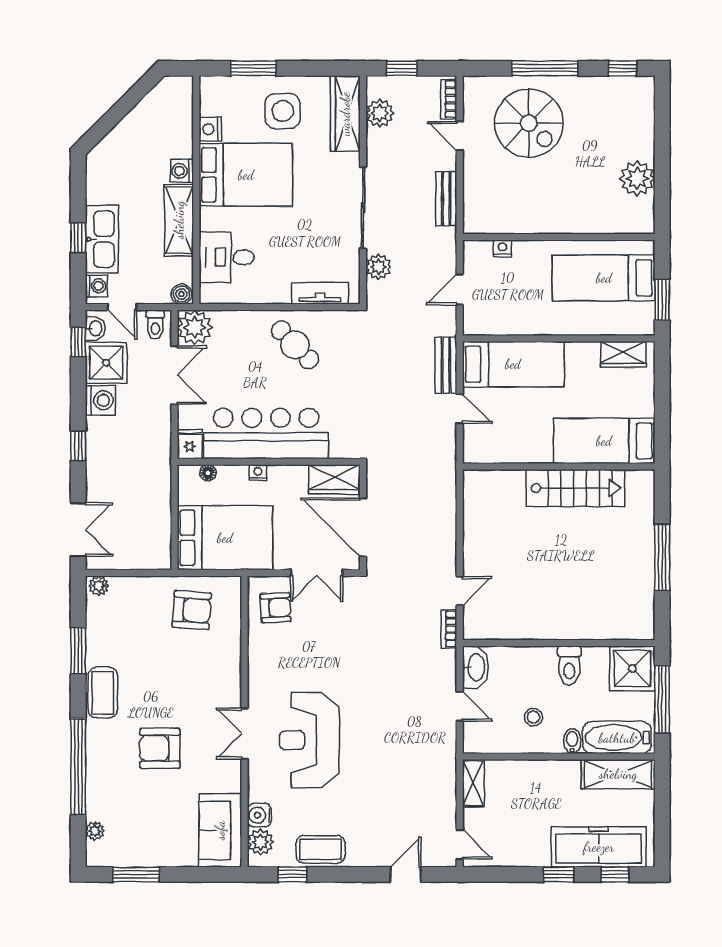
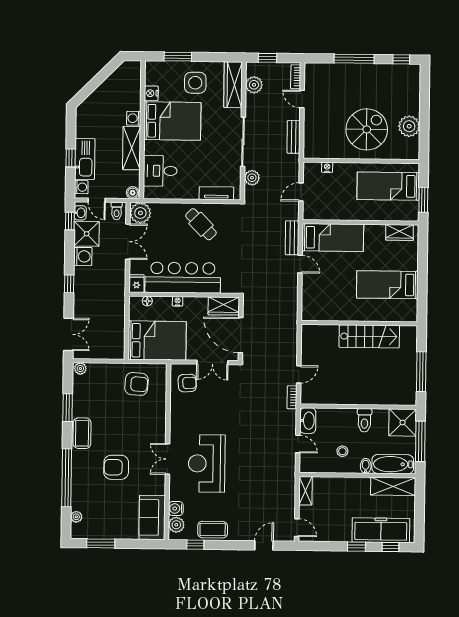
spiral stairs: (529, 123) -> (367, 129), moved, turned -90
wall: (559, 467) -> (359, 323), moved
stairs: (576, 488) -> (369, 336), moved
window: (662, 557) -> (421, 372), moved

